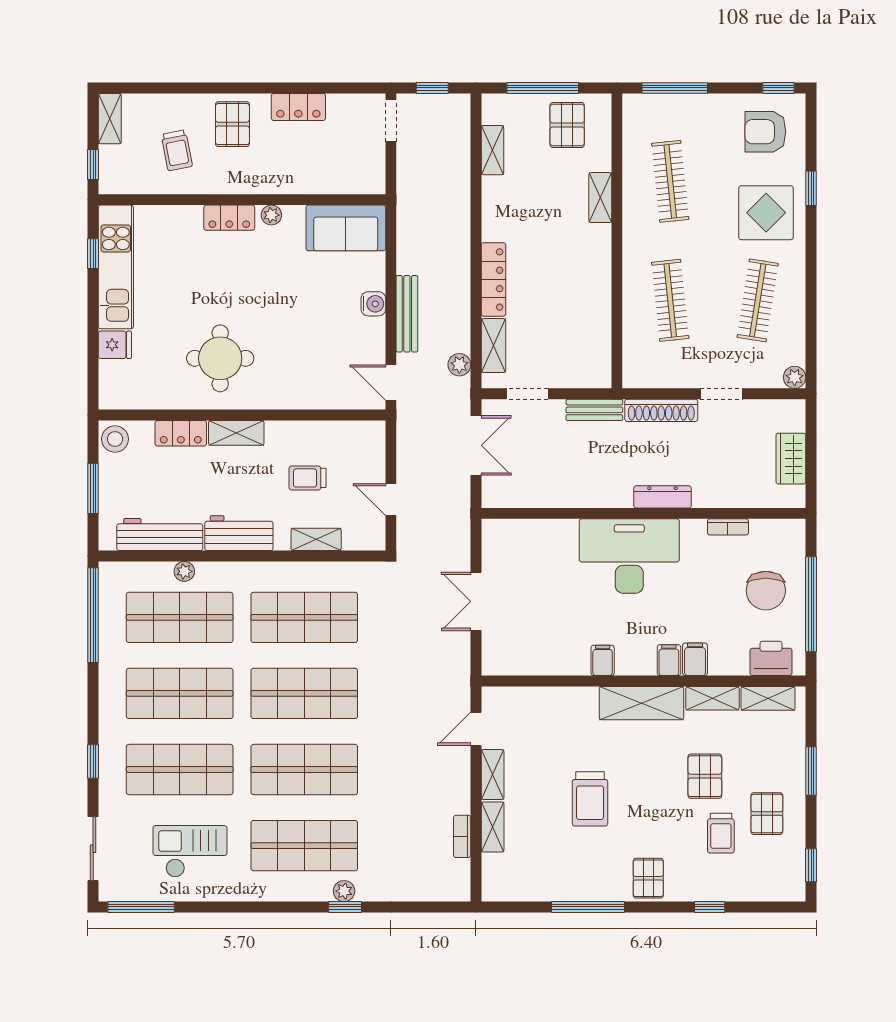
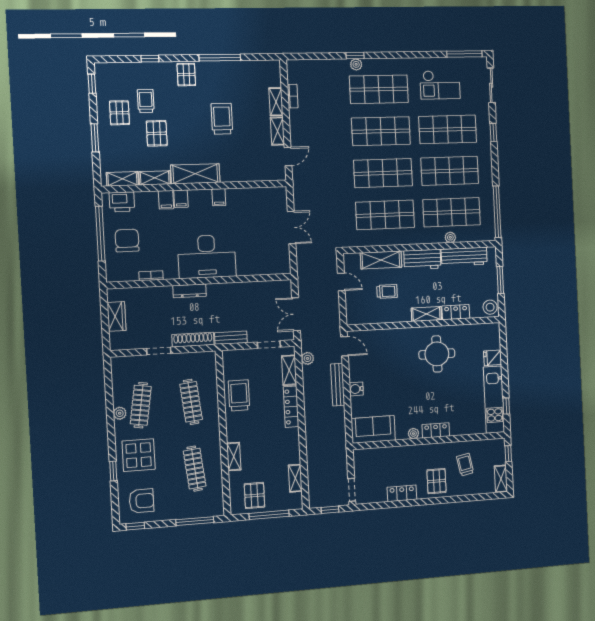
trolley: (585, 306) -> (239, 395), added
plant: (795, 377) -> (120, 413), moved
shelving: (316, 539) -> (381, 260), width x1.50, depth x1.33

